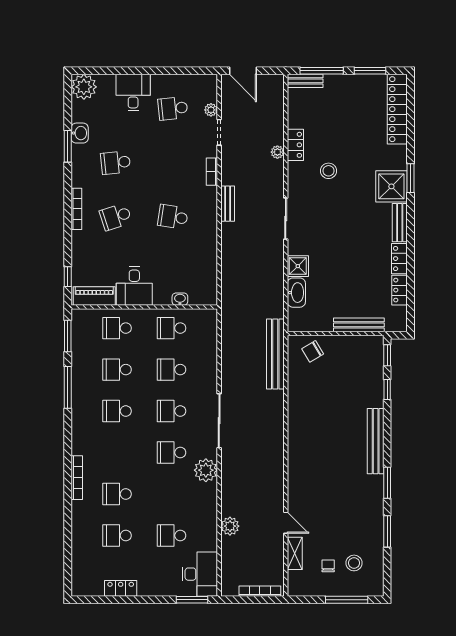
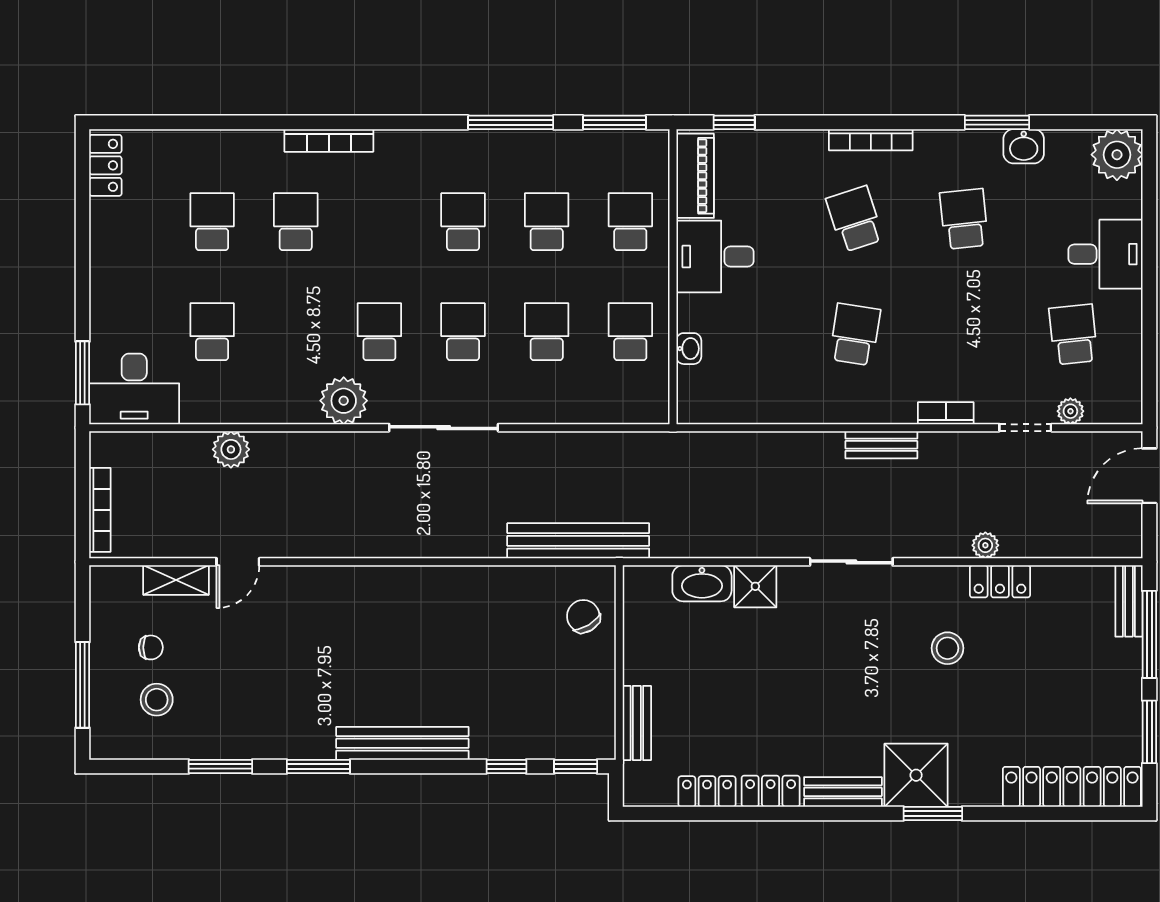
bench: (359, 325) -> (637, 723), width x0.73
locker: (121, 588) -> (105, 165), moved

